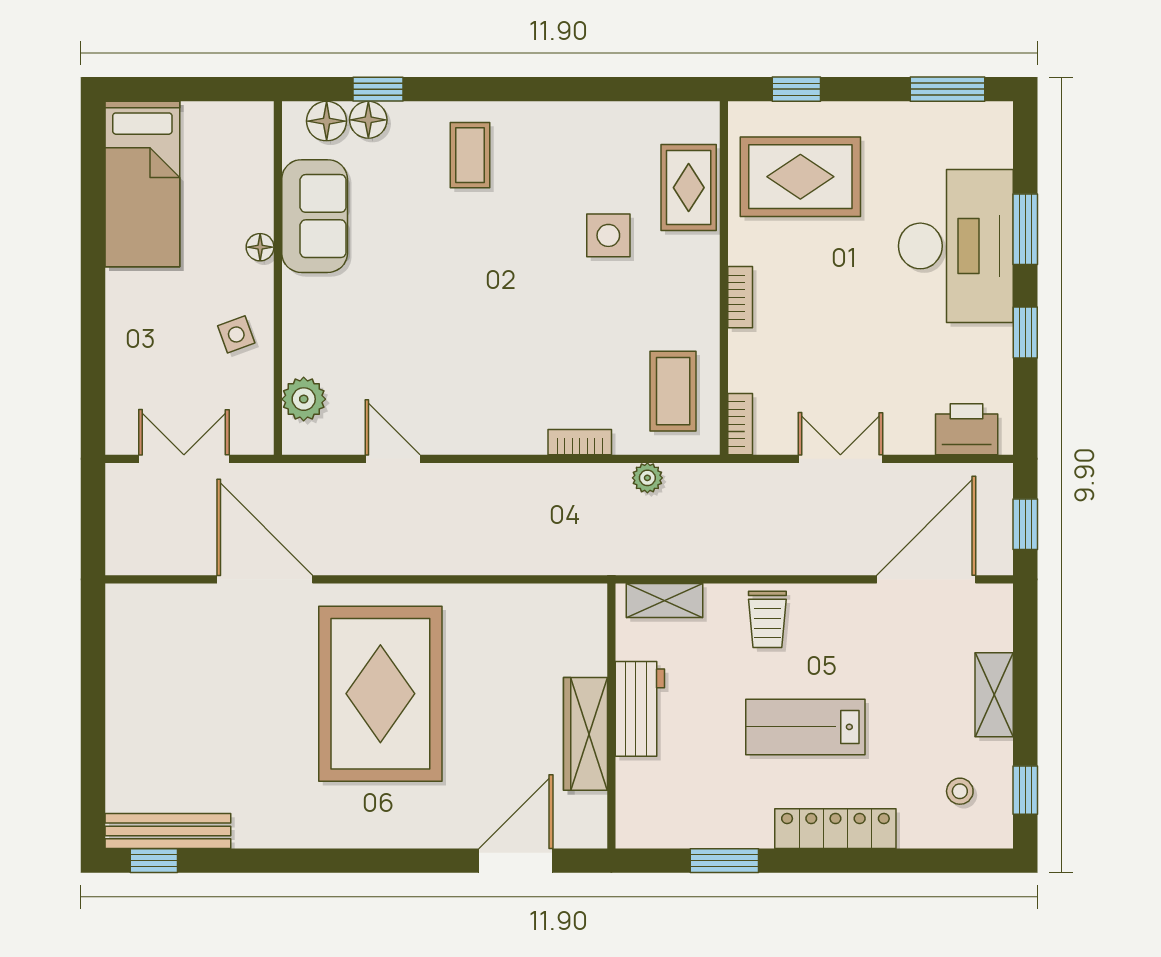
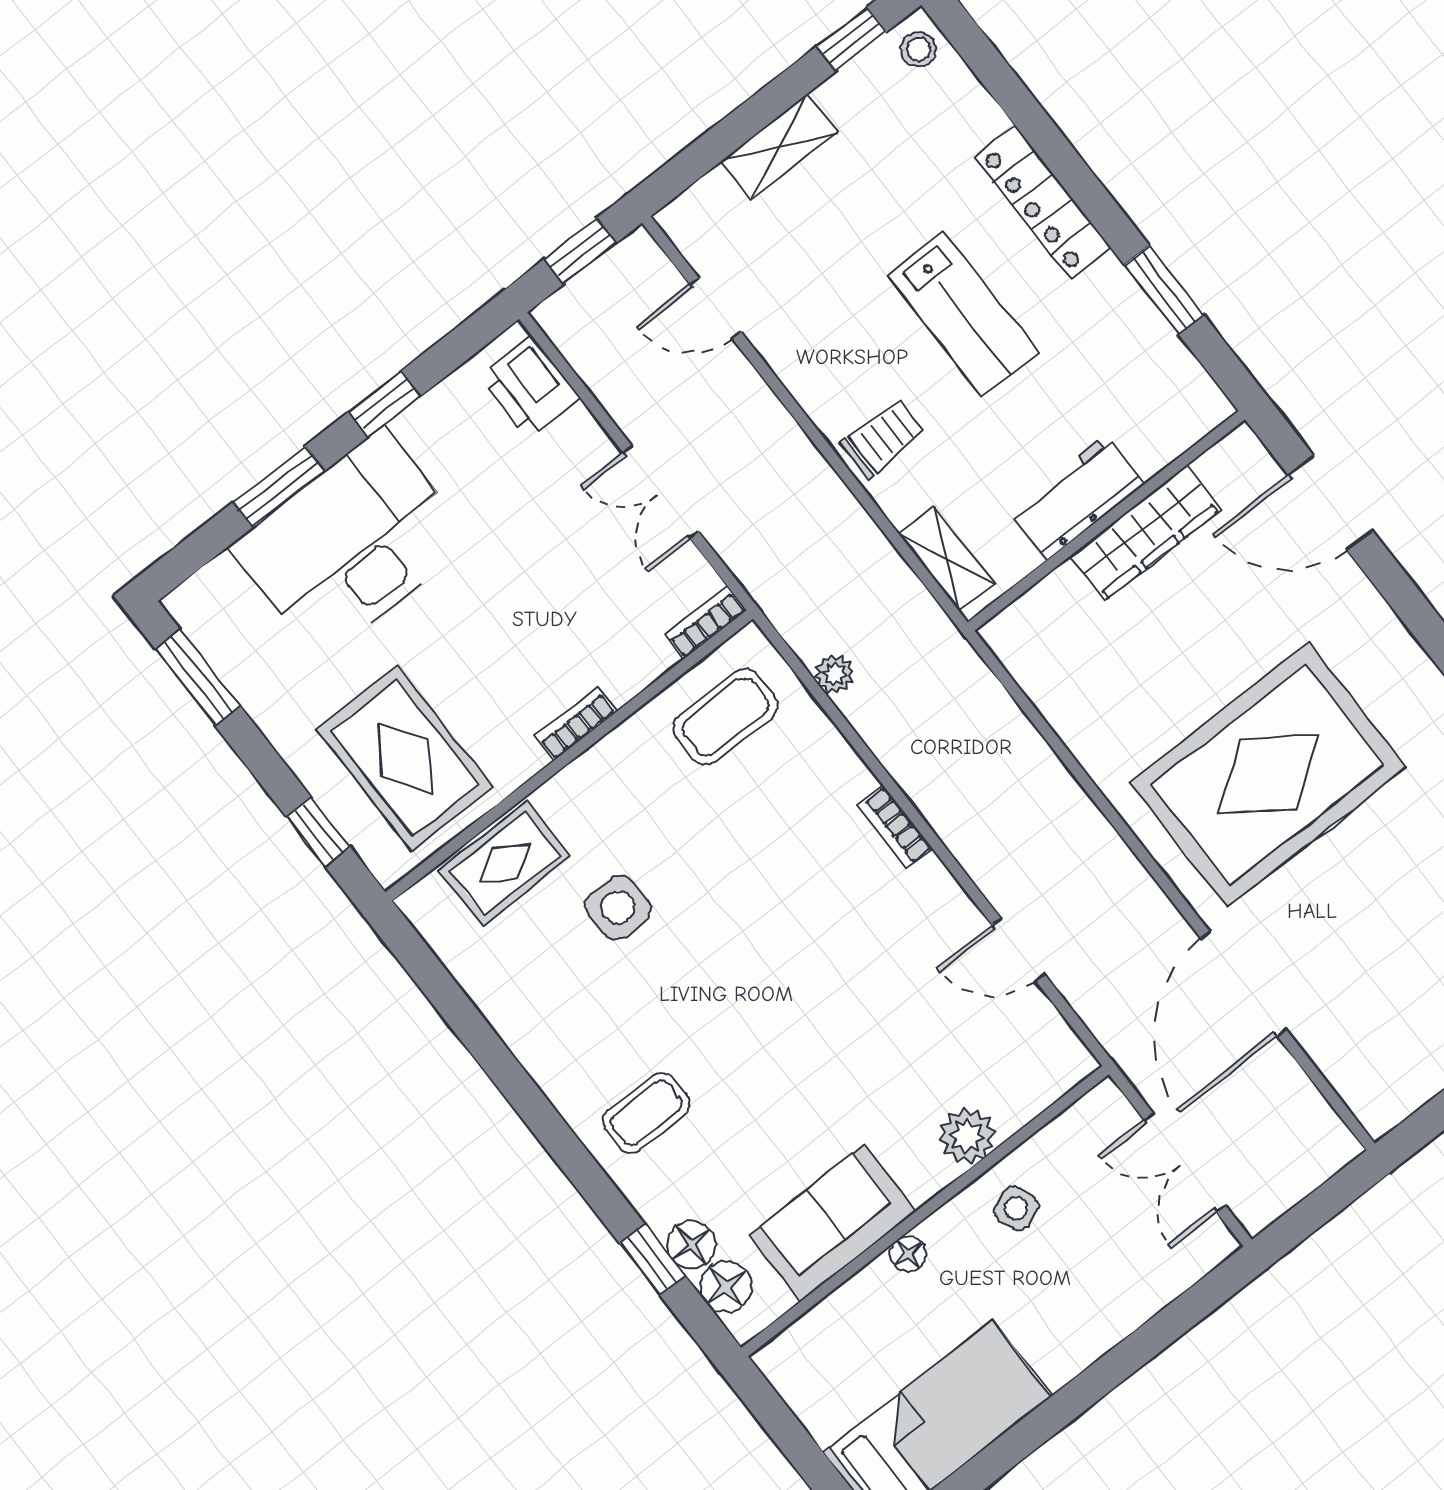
plant: (304, 399) -> (967, 1136), moved
bookcase: (580, 442) -> (895, 827), moved
door: (393, 459) -> (1018, 950), hinge flipped
door: (926, 579) -> (716, 308), width x0.53
stool: (960, 791) -> (918, 49), moved

